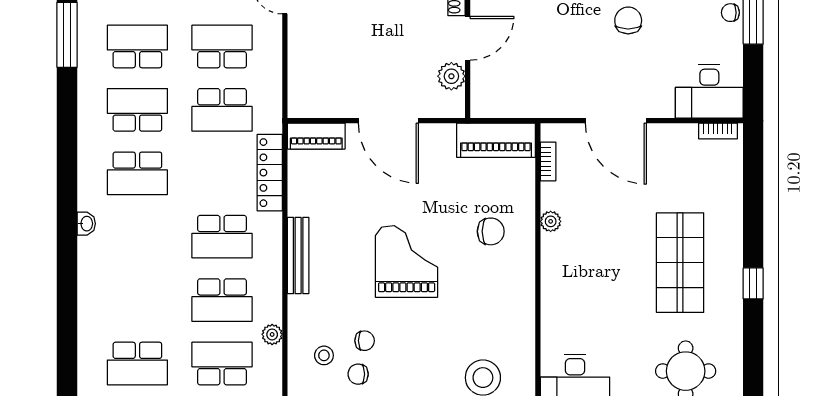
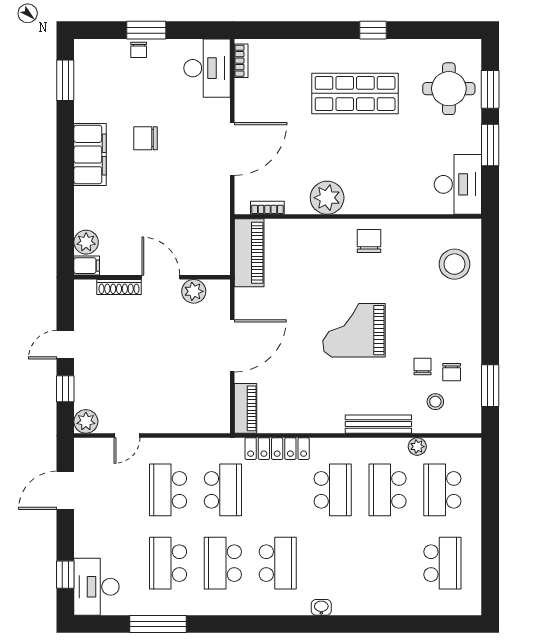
plant: (551, 221) -> (327, 198), width x1.88, depth x1.88
chair: (491, 231) -> (369, 241), moved
bench: (298, 256) -> (378, 424), moved
school desk: (222, 300) -> (387, 490), turned 180

